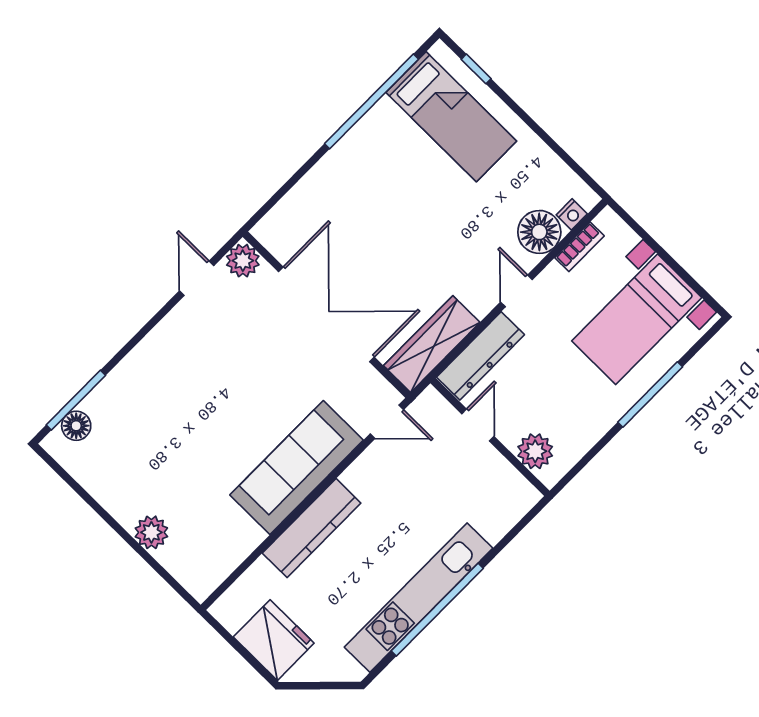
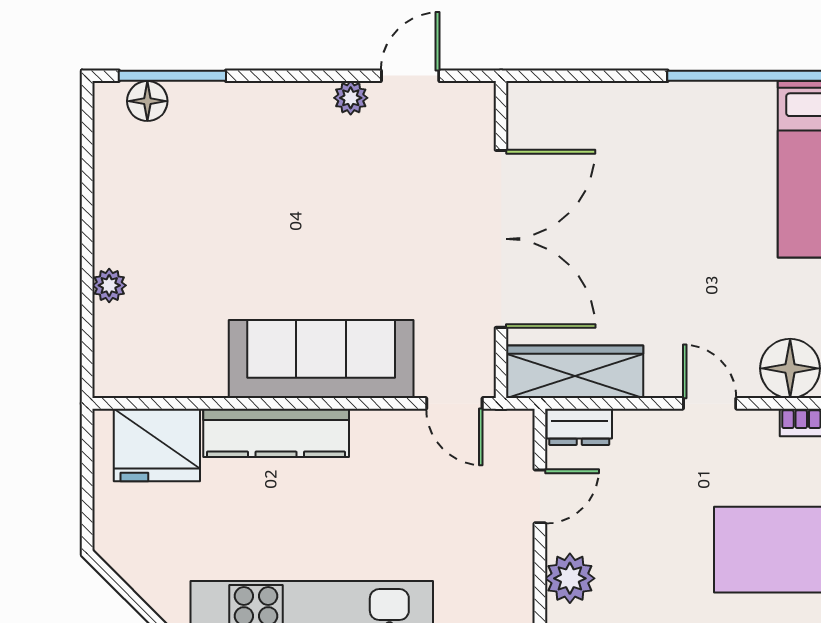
plant: (243, 261) -> (351, 98), moved, width x0.73, depth x0.73
door: (516, 291) -> (710, 403), hinge flipped
dresser: (481, 356) -> (579, 427), width x0.51, depth x0.80
plant: (151, 532) -> (109, 285), width x0.73, depth x0.73
fridge: (274, 640) -> (157, 445), moved, turned 90

